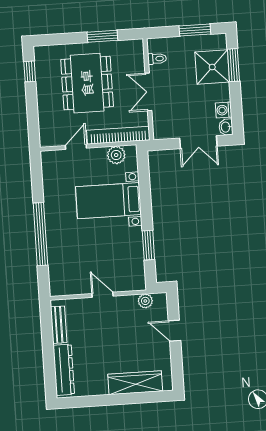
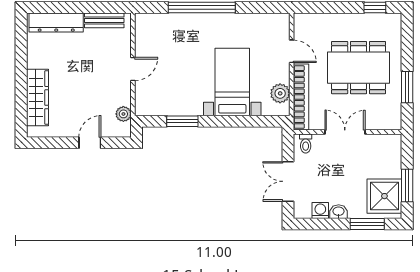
toilet: (157, 59) -> (306, 143), moved
shower: (212, 67) -> (384, 196), moved
washbasin: (226, 127) -> (339, 212), moved

